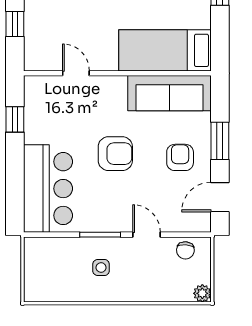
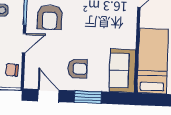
sofa: (169, 93) -> (122, 71), width x0.73
armchair: (115, 154) -> (50, 17), moved

